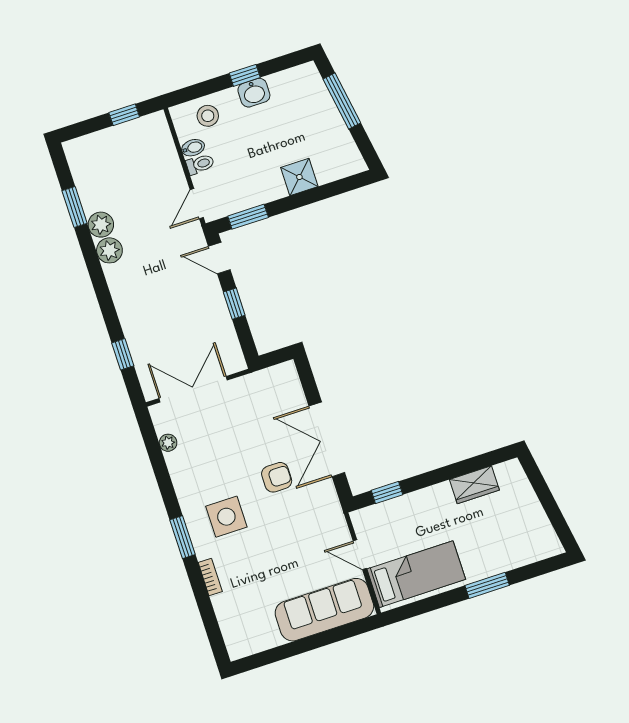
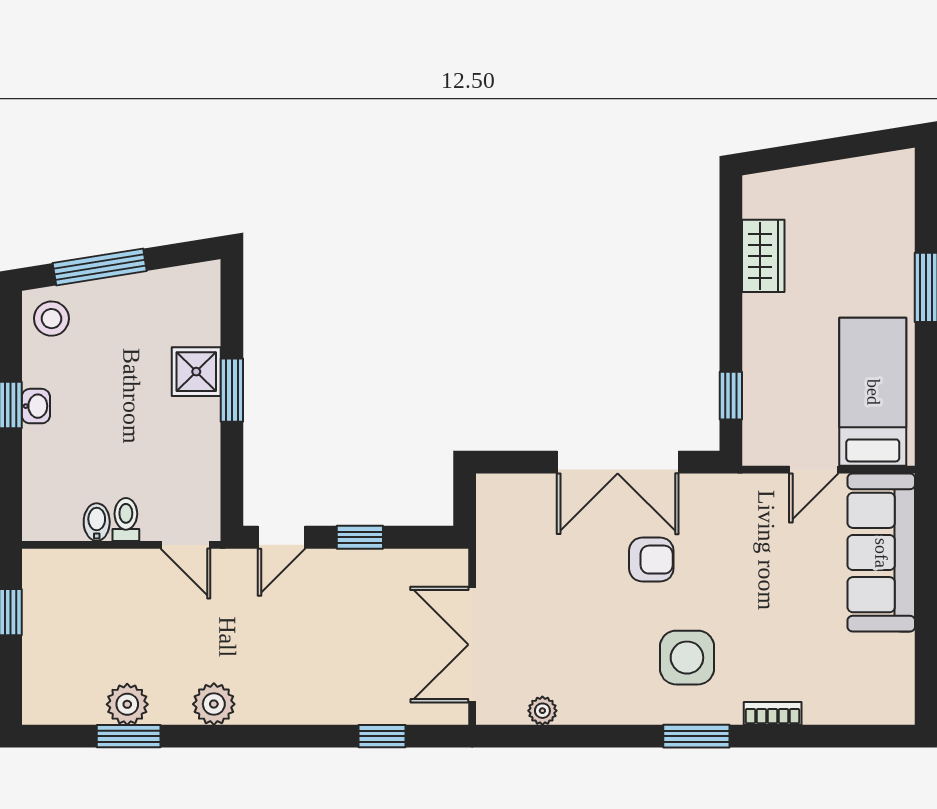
washbasin: (254, 93) -> (36, 406), width x0.72, depth x0.69
stool: (208, 116) -> (51, 319), moved
window: (248, 217) -> (232, 390), moved
plant: (101, 225) -> (127, 704), moved
armchair: (277, 477) -> (651, 560), turned 90

